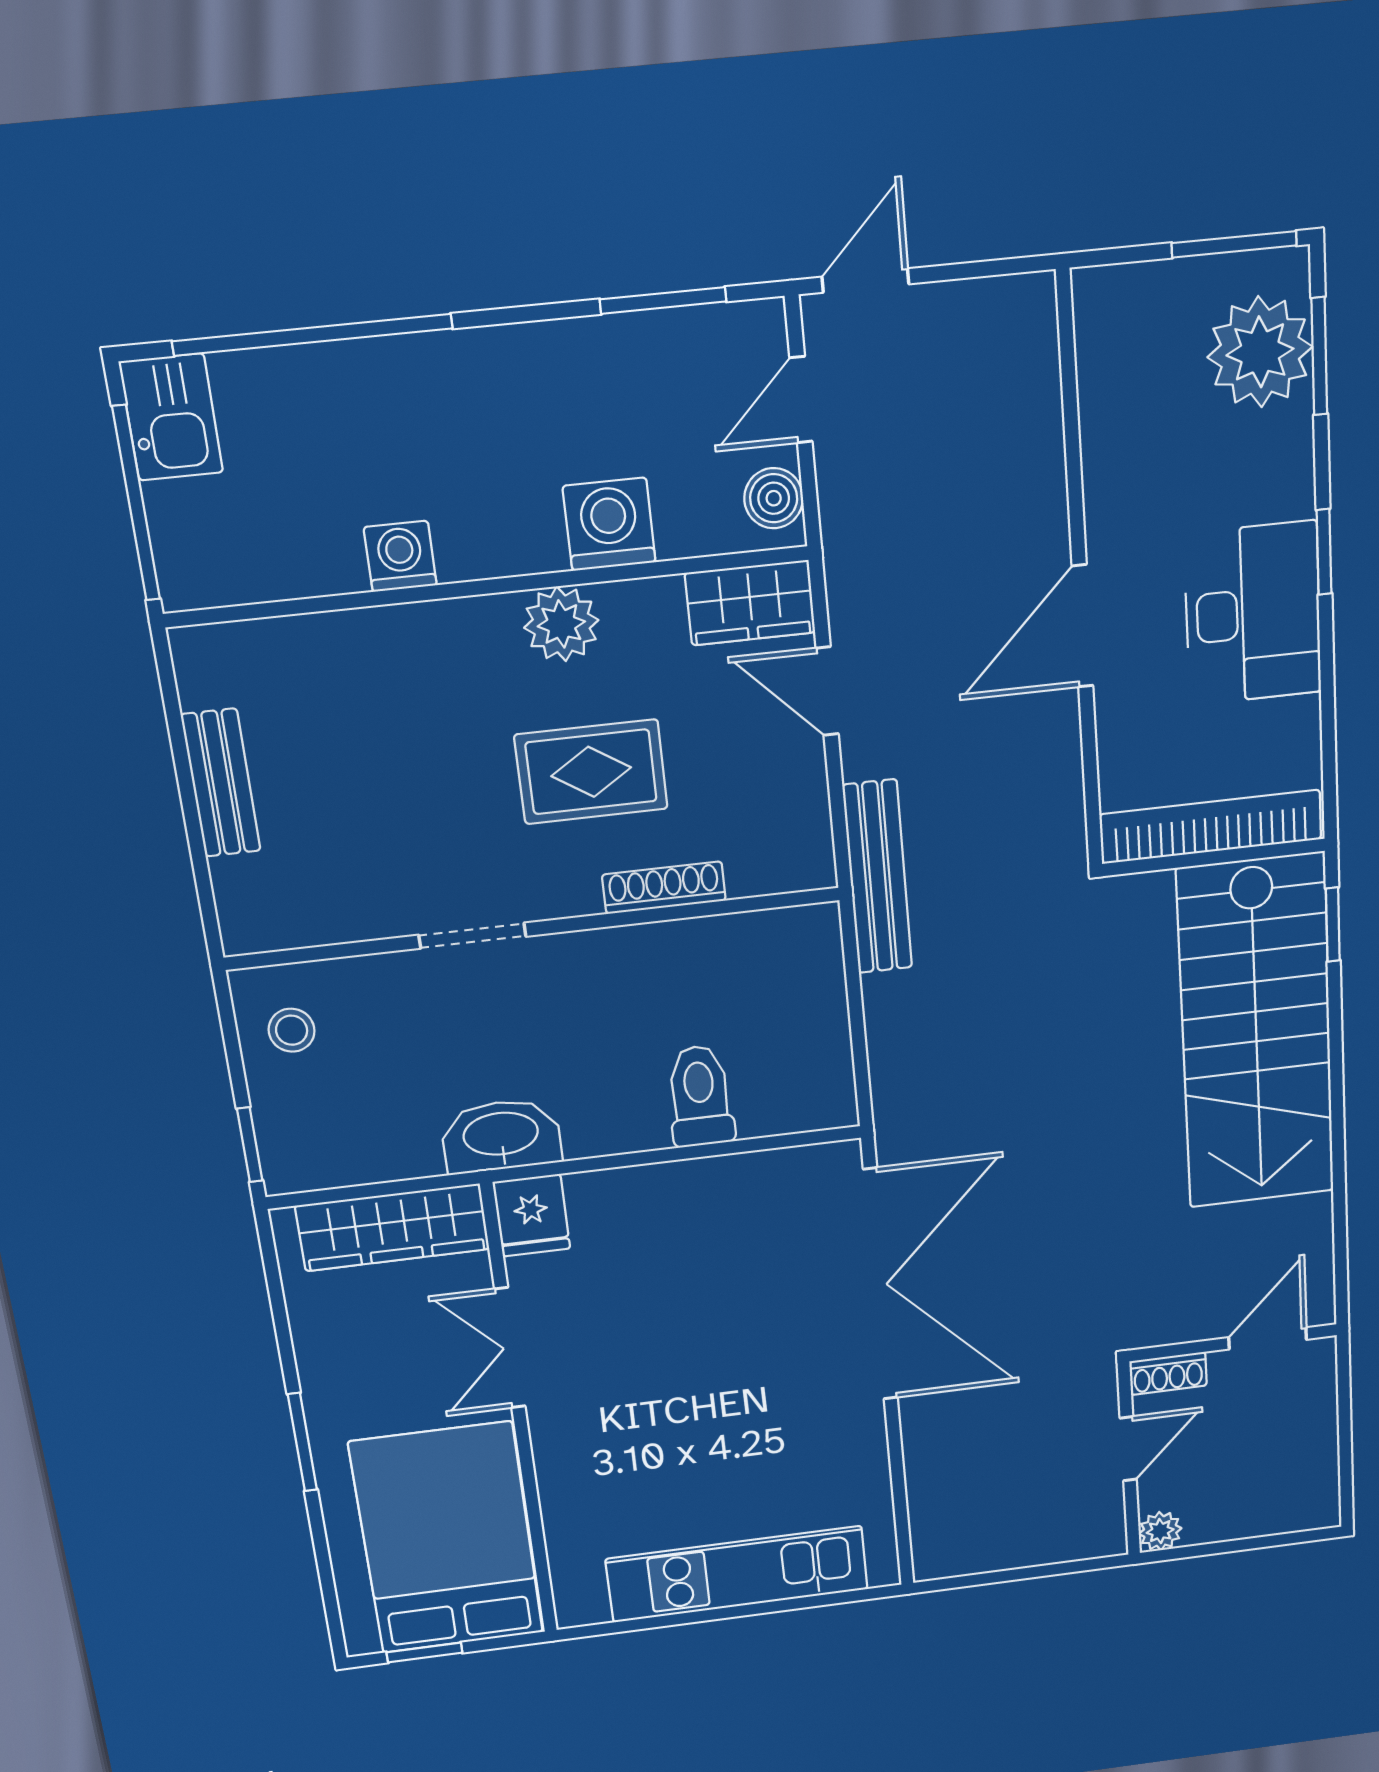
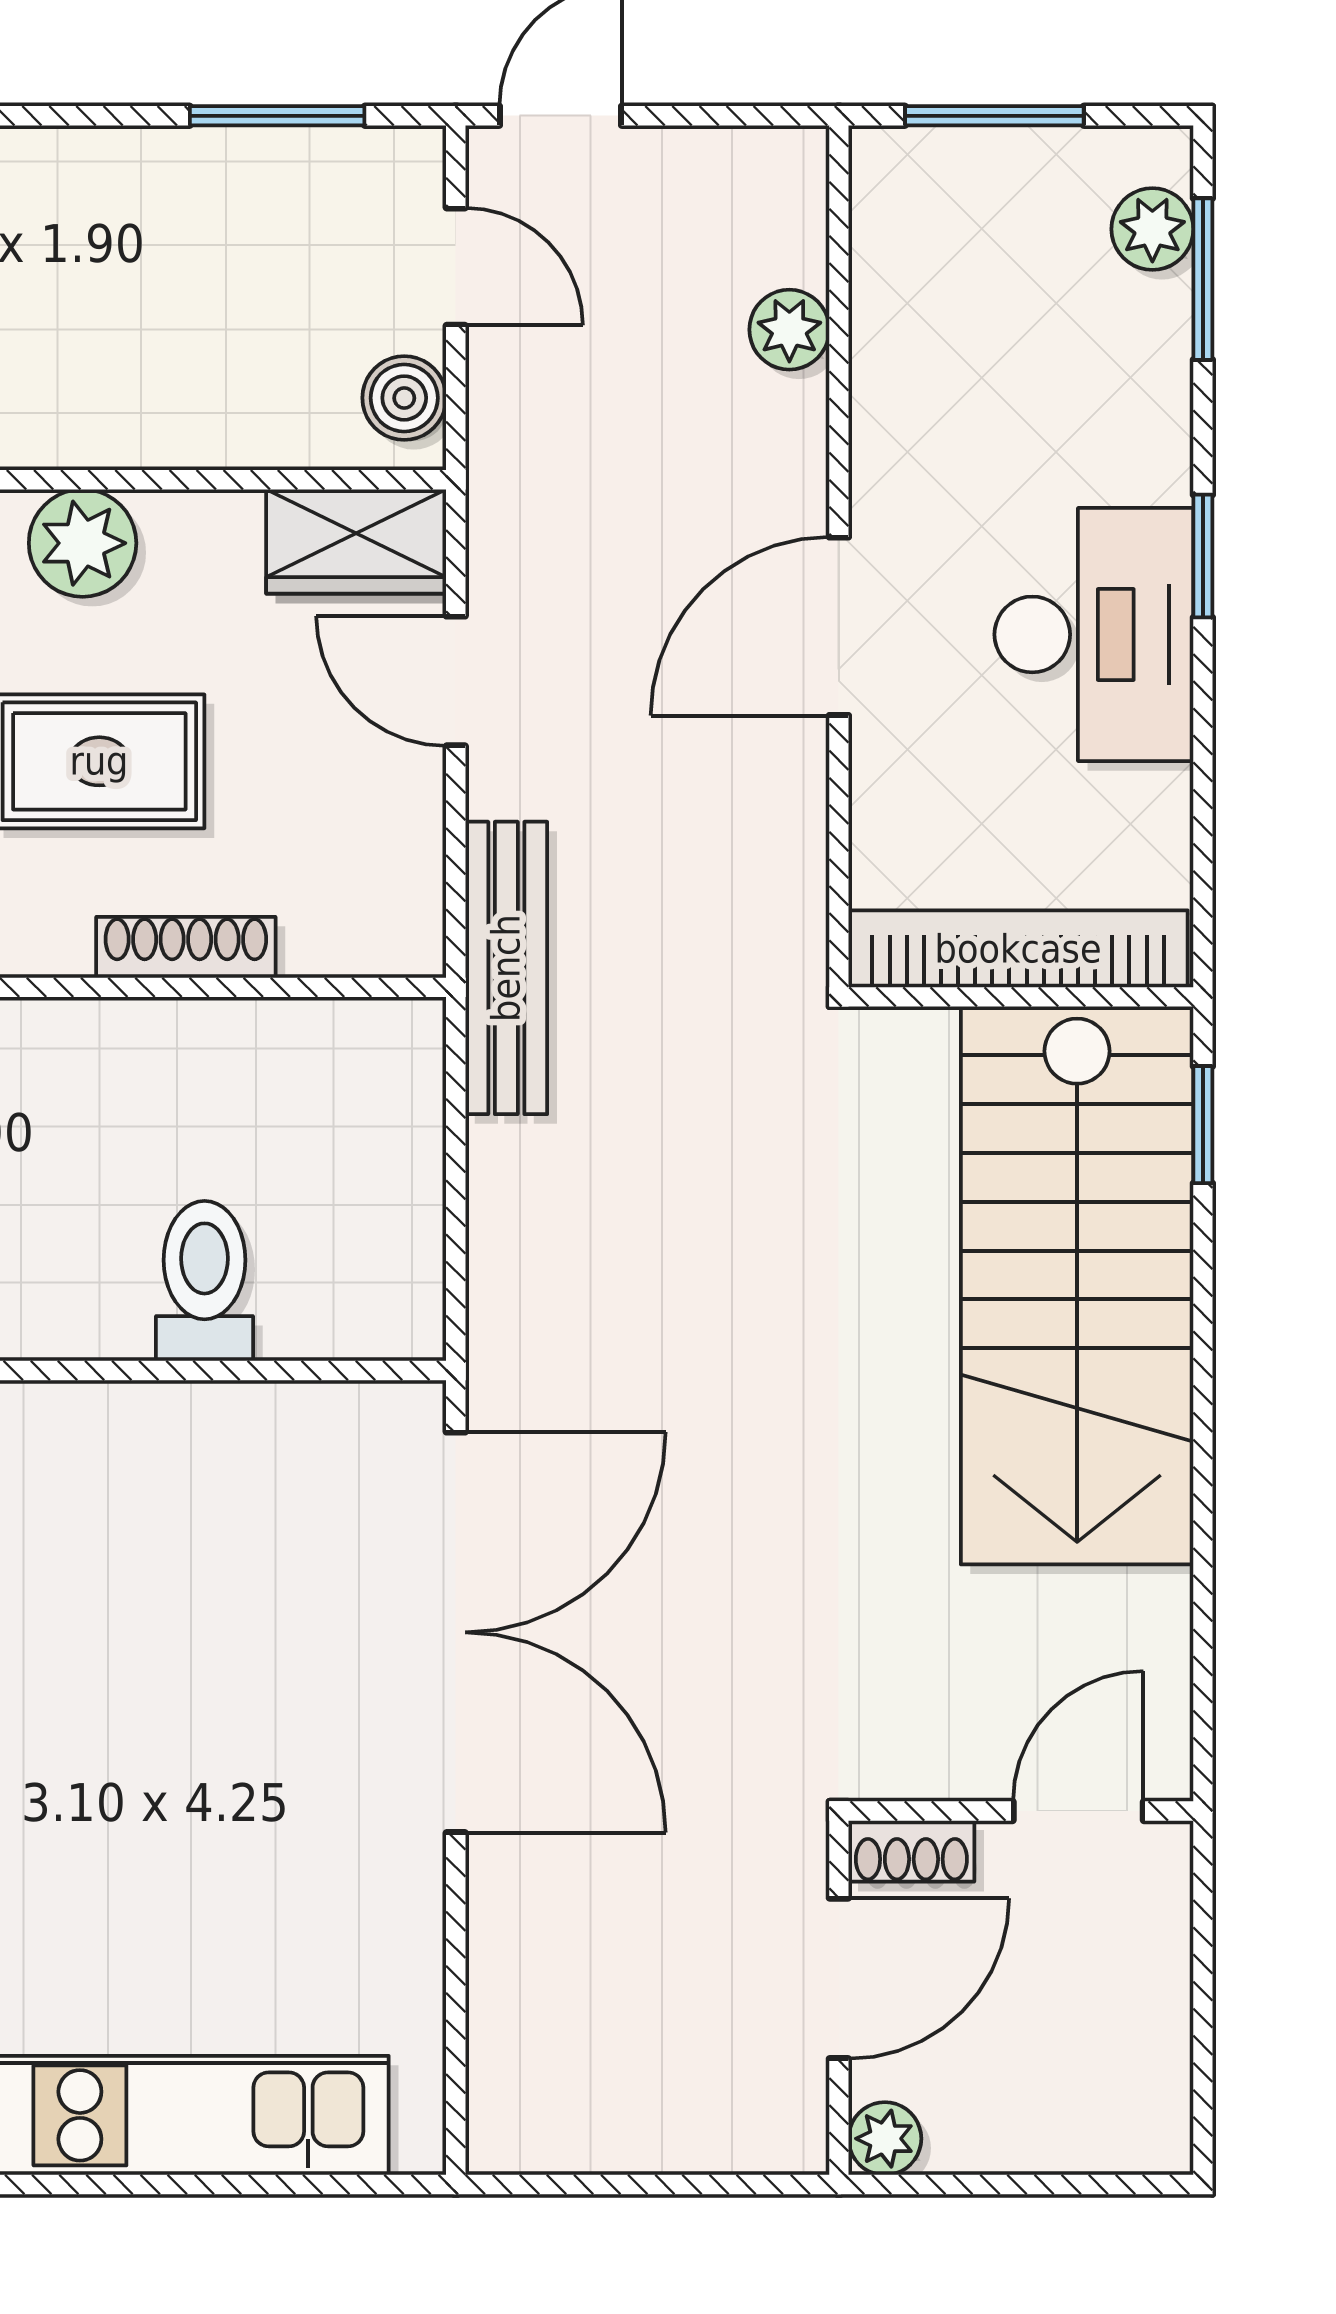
window: (1234, 244) -> (994, 116), moved
plant: (1260, 352) -> (1152, 229), width x0.53, depth x0.53
door: (801, 400) -> (456, 267), swing flipped
plant: (1037, 422) -> (789, 330), added
washing machine: (609, 524) -> (167, 410), removed
door: (1128, 1449) -> (839, 1978), width x1.38

